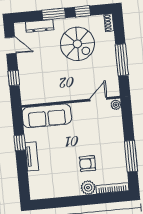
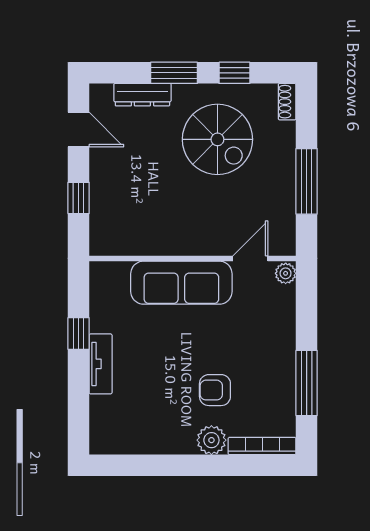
sofa: (47, 116) -> (181, 283), moved

